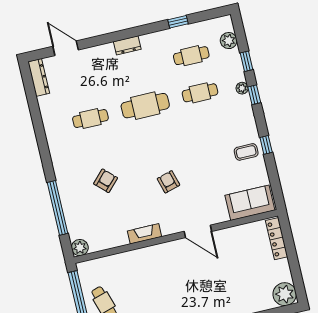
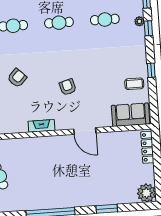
cafe table: (145, 106) -> (59, 23), width x0.73, depth x0.74
coffee table: (246, 152) -> (134, 84), moved

